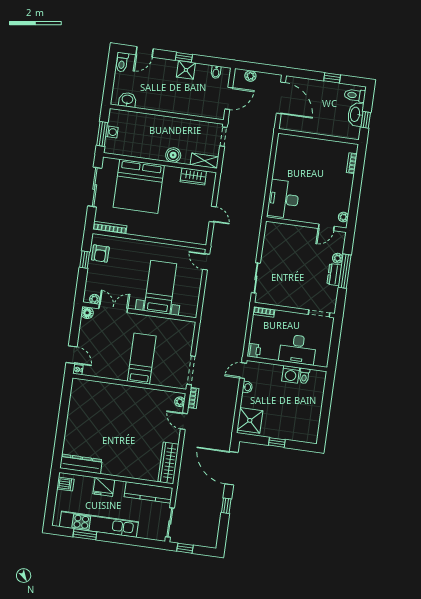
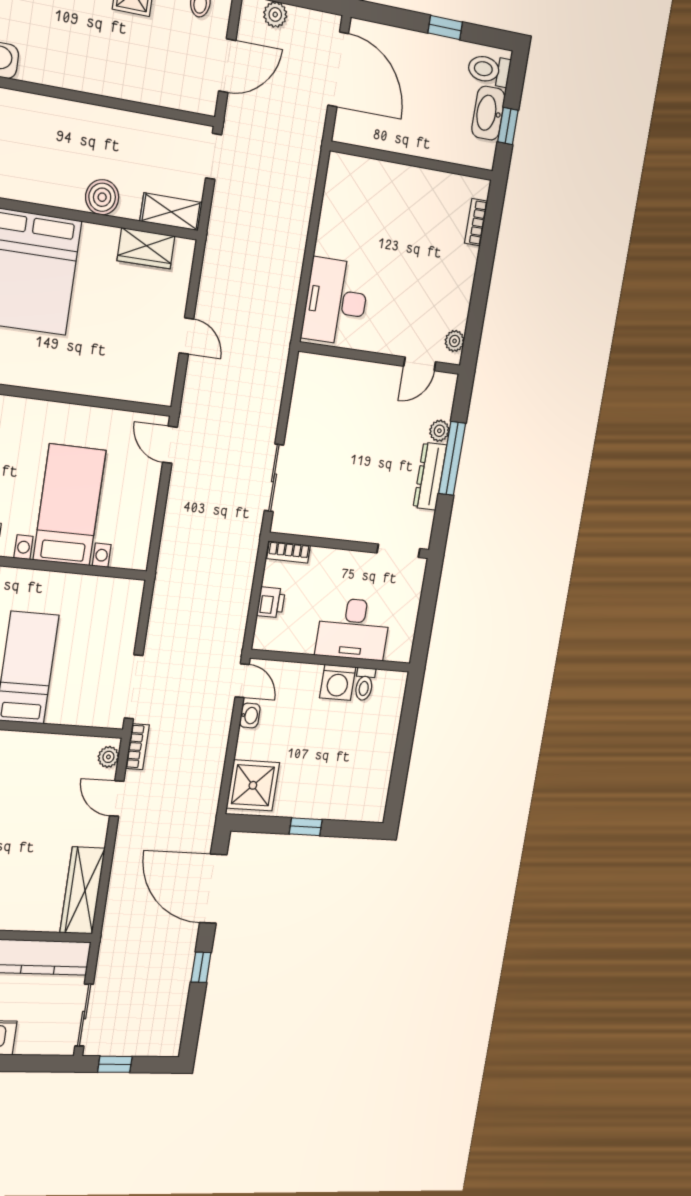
dresser: (334, 275) -> (430, 476), width x1.44
printer: (254, 350) -> (271, 602), moved
door: (243, 371) -> (242, 681), swing flipped

